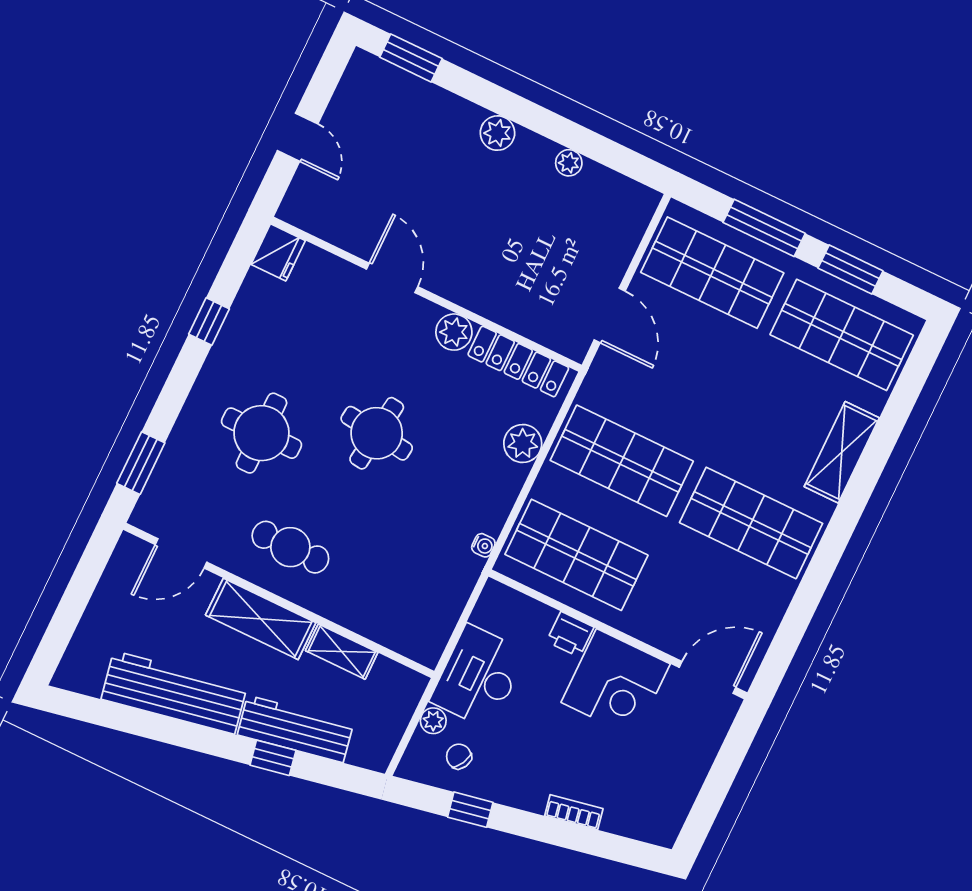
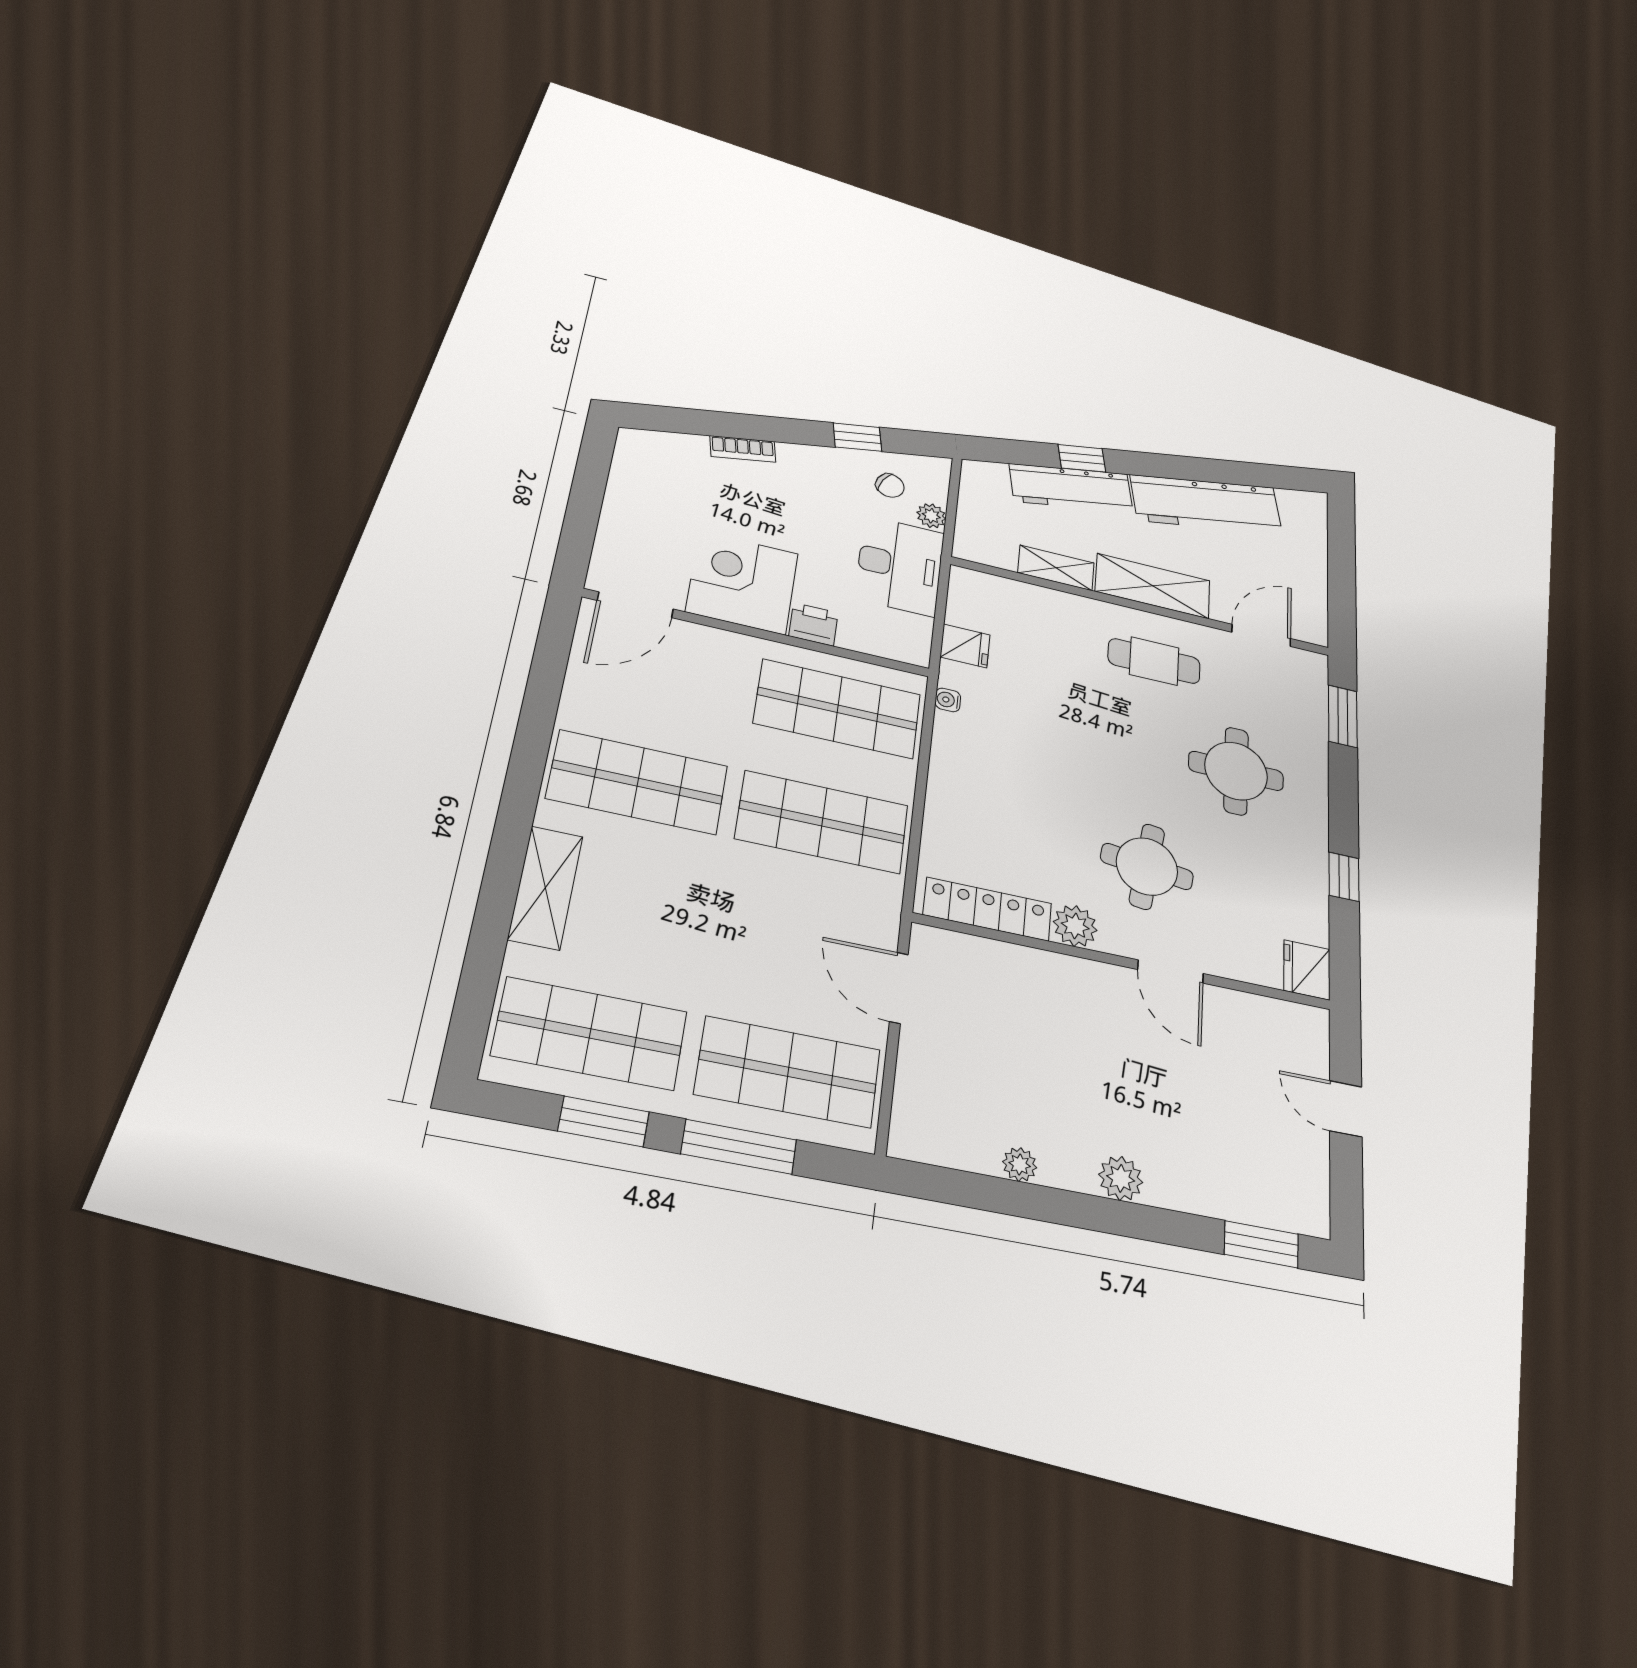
round table: (377, 433) -> (1147, 867), moved
plant: (523, 444) -> (946, 818), removed
fridge: (450, 592) -> (965, 646), added

